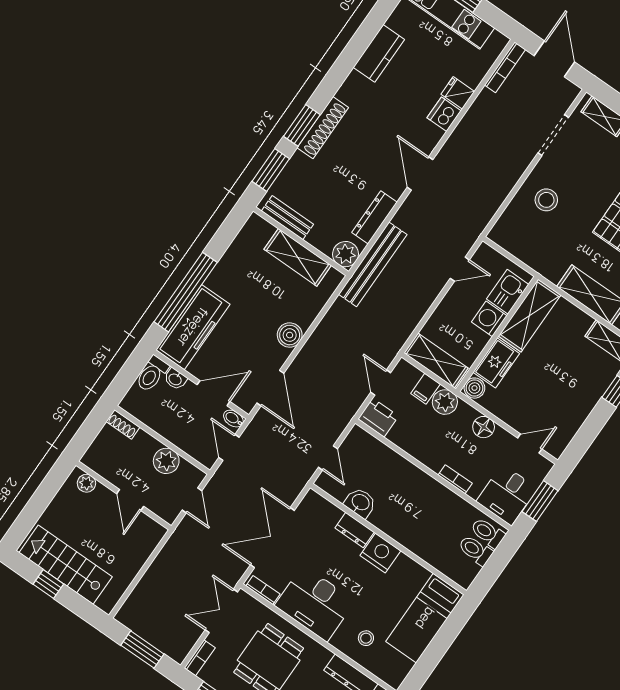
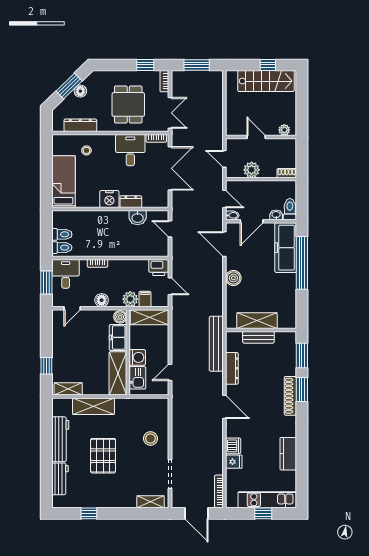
bench: (287, 218) -> (258, 337), moved
plant: (346, 254) -> (234, 339), removed
desk: (315, 603) -> (130, 150), width x0.73

